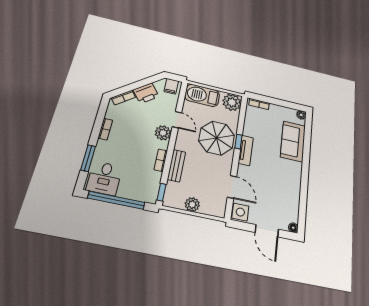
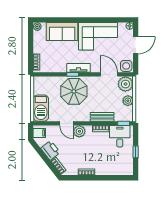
plant: (232, 102) -> (125, 84), moved
door: (177, 120) -> (66, 123), swing flipped
window: (88, 158) -> (111, 178), removed
desk: (104, 178) -> (120, 136), moved, turned -90
corner sofa: (283, 183) -> (98, 36), added
door: (232, 187) -> (109, 74), hinge flipped
window: (116, 200) -> (136, 152), width x0.32

